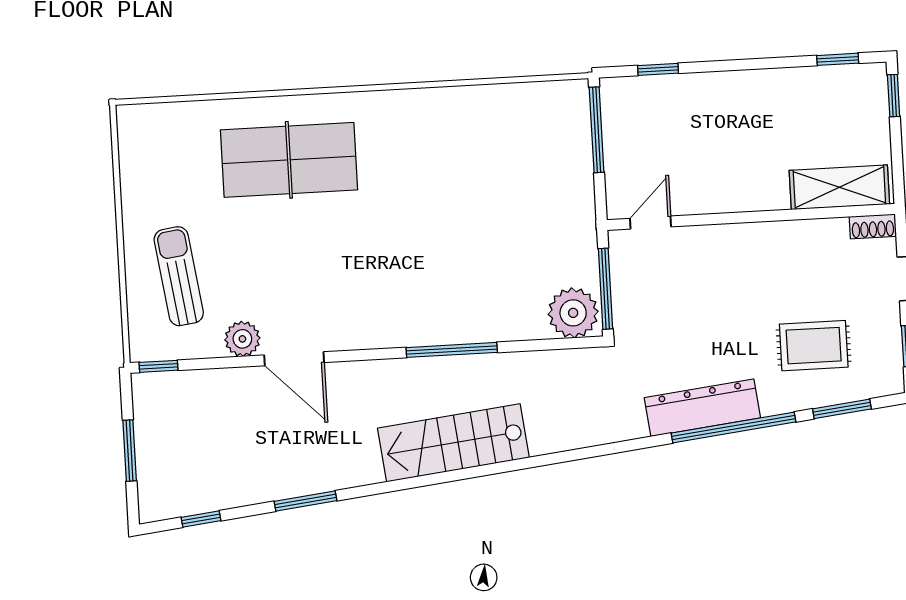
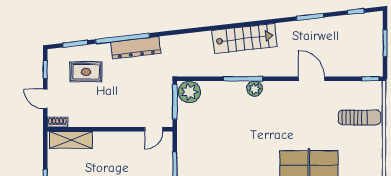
sun lounger: (179, 276) -> (360, 117), turned -82
plant: (242, 339) -> (255, 89), moved

